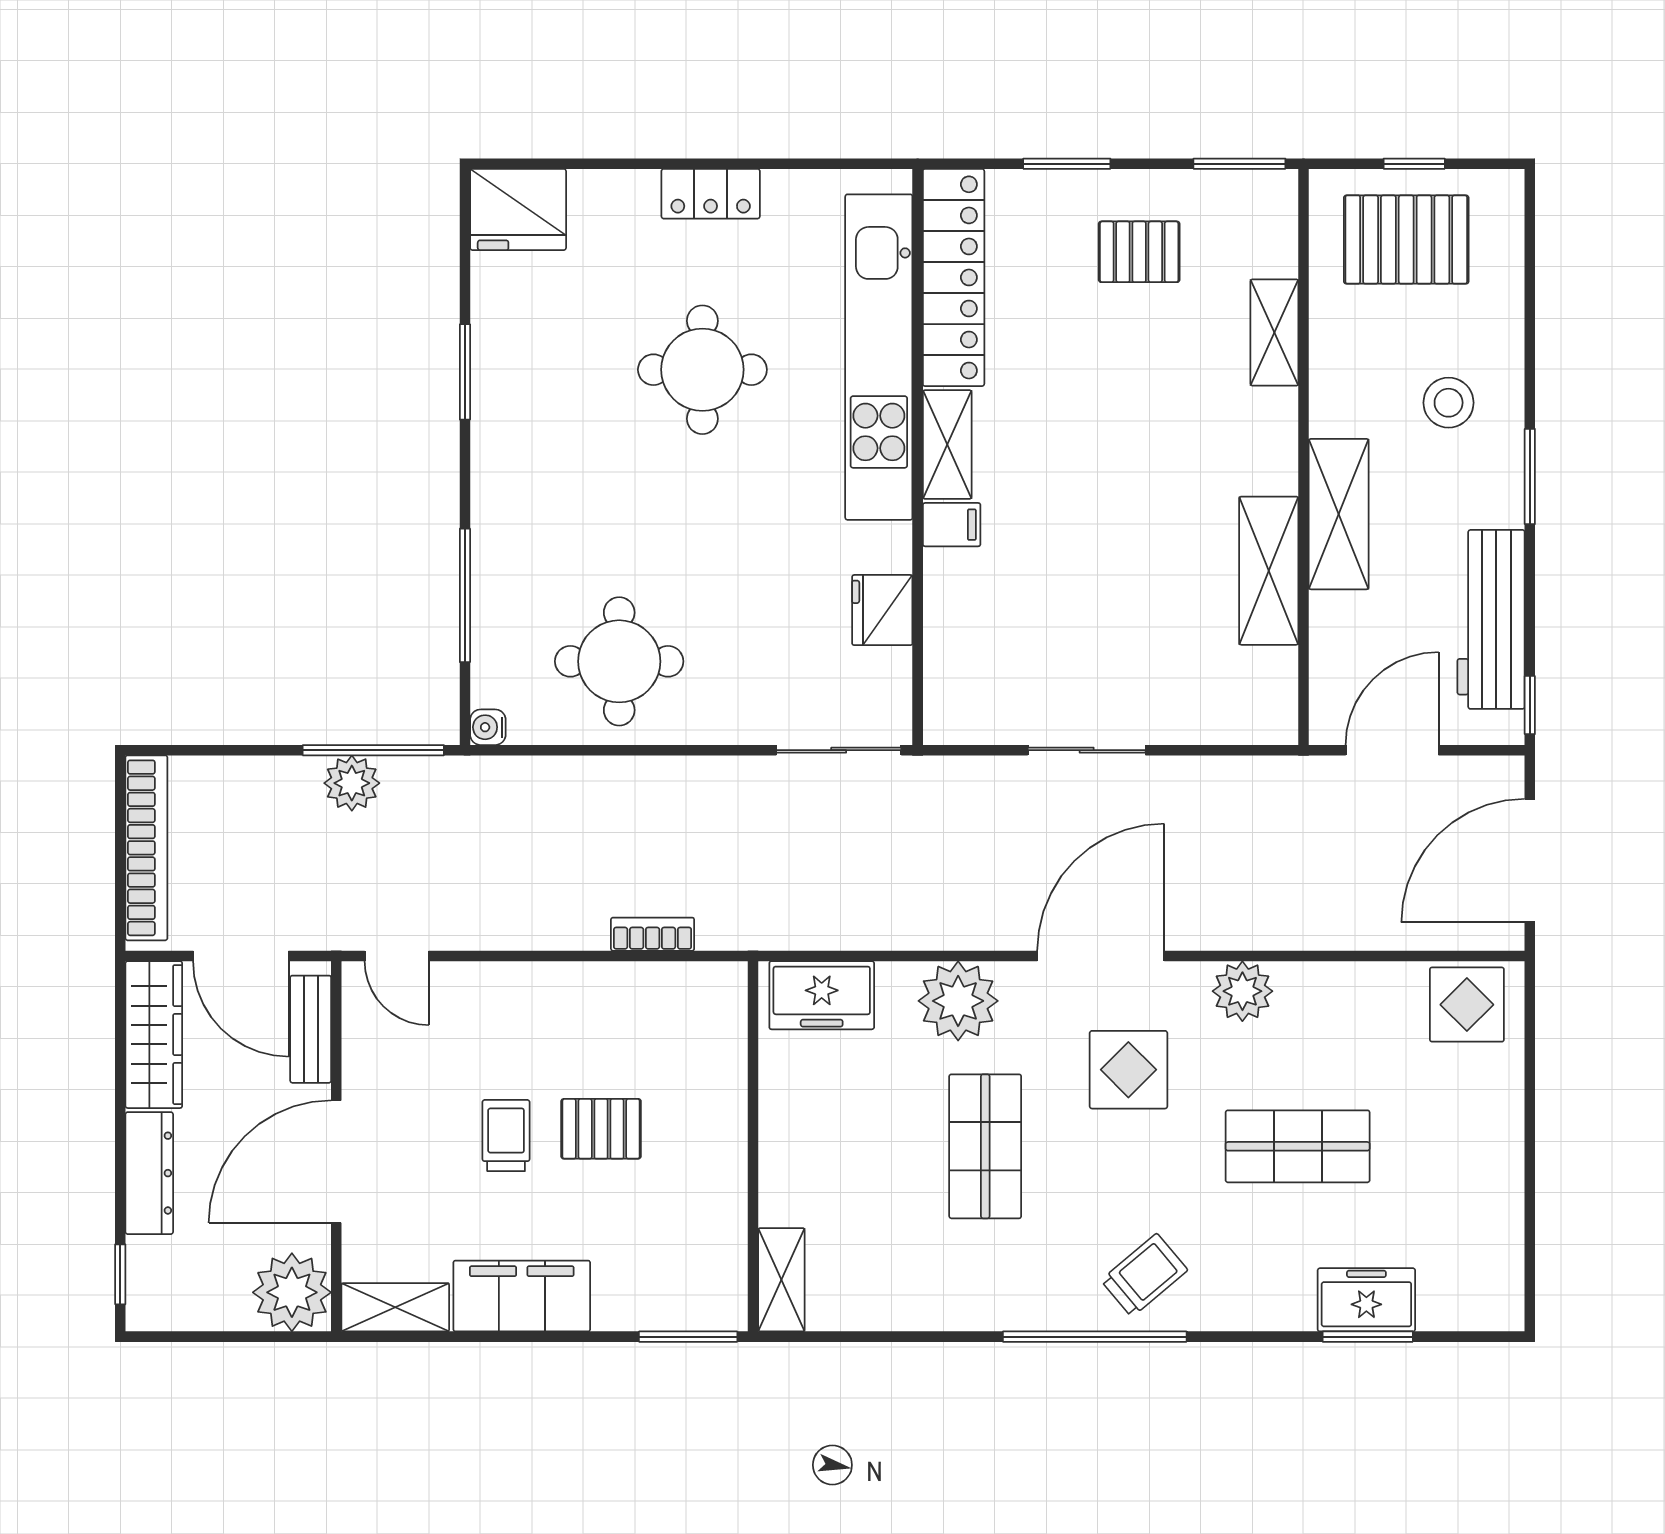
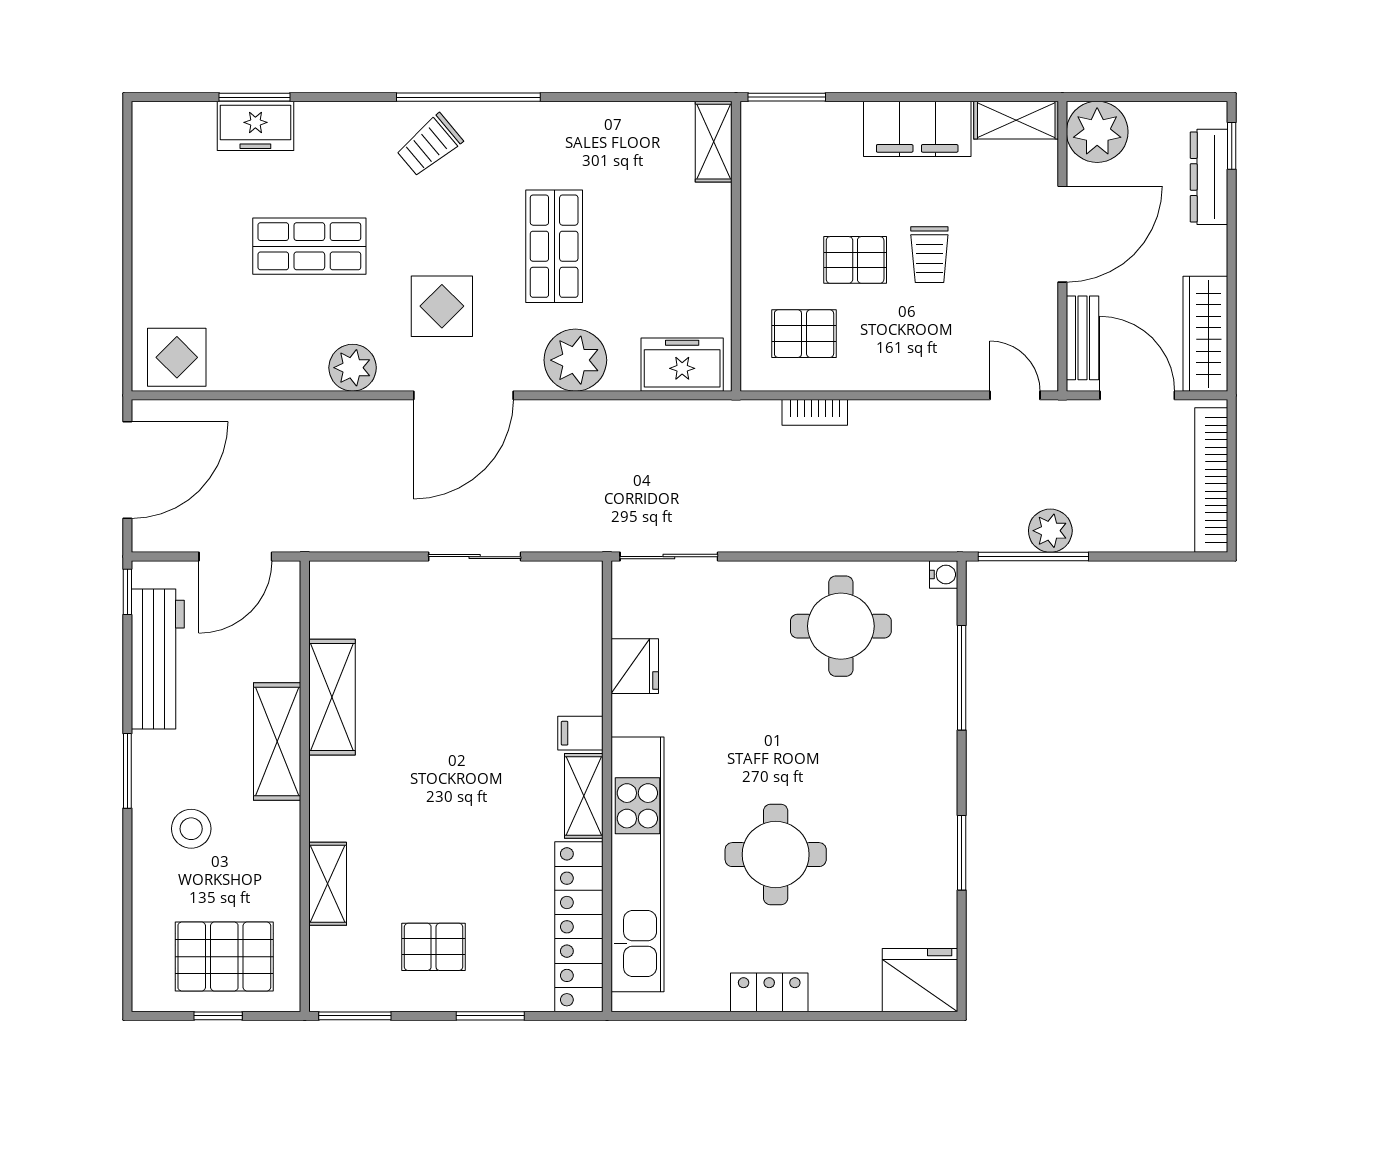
pallet: (666, 1035) -> (804, 334), added
dresser: (149, 1173) -> (1209, 177), moved

